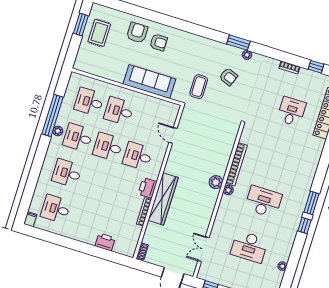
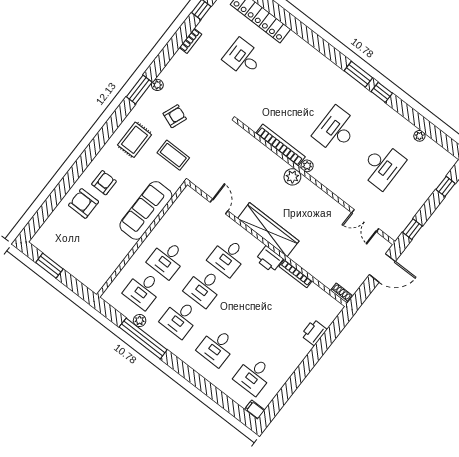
rug: (99, 33) -> (135, 140), moved, turned 90
plant: (58, 131) -> (140, 321), moved
door: (173, 135) -> (219, 207), swing flipped
wardrobe: (163, 199) -> (268, 230), moved

